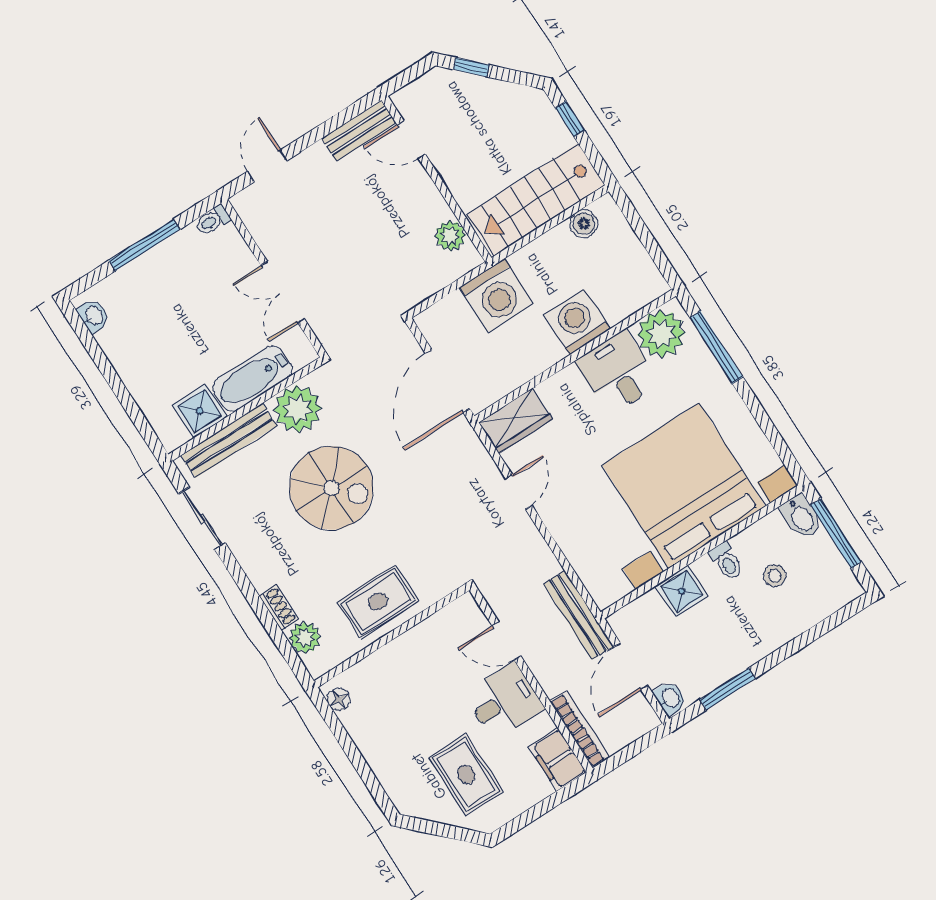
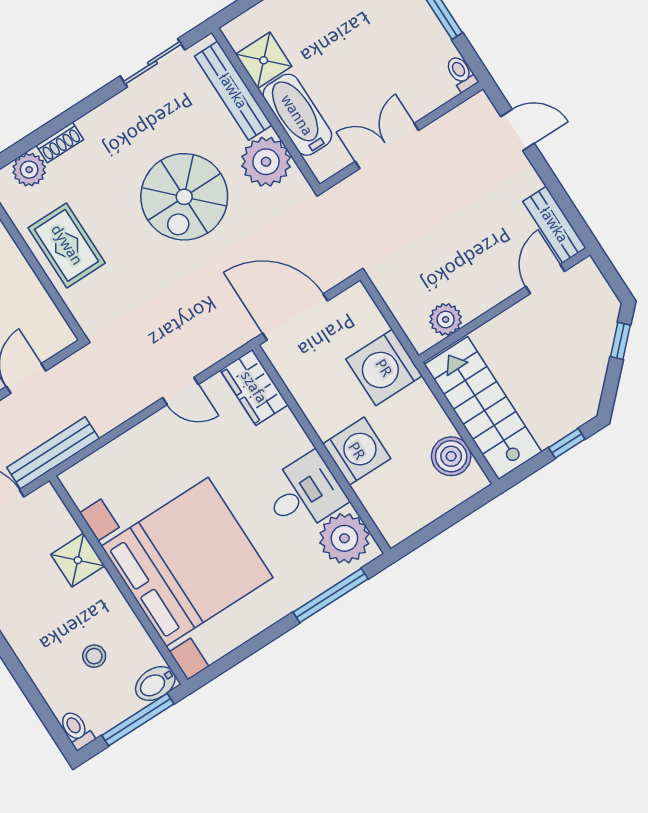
boiler: (584, 224) -> (451, 456), width x1.36, depth x1.36
toilet: (727, 561) -> (76, 730), moved, turned 90

